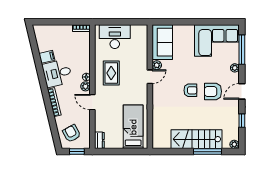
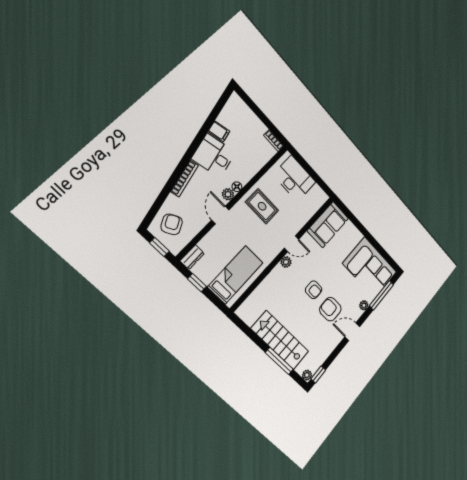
plant: (157, 65) -> (286, 262), moved
rug: (111, 73) -> (262, 206), turned 90
window: (242, 121) -> (318, 374), moved
window: (115, 152) -> (197, 283), added

